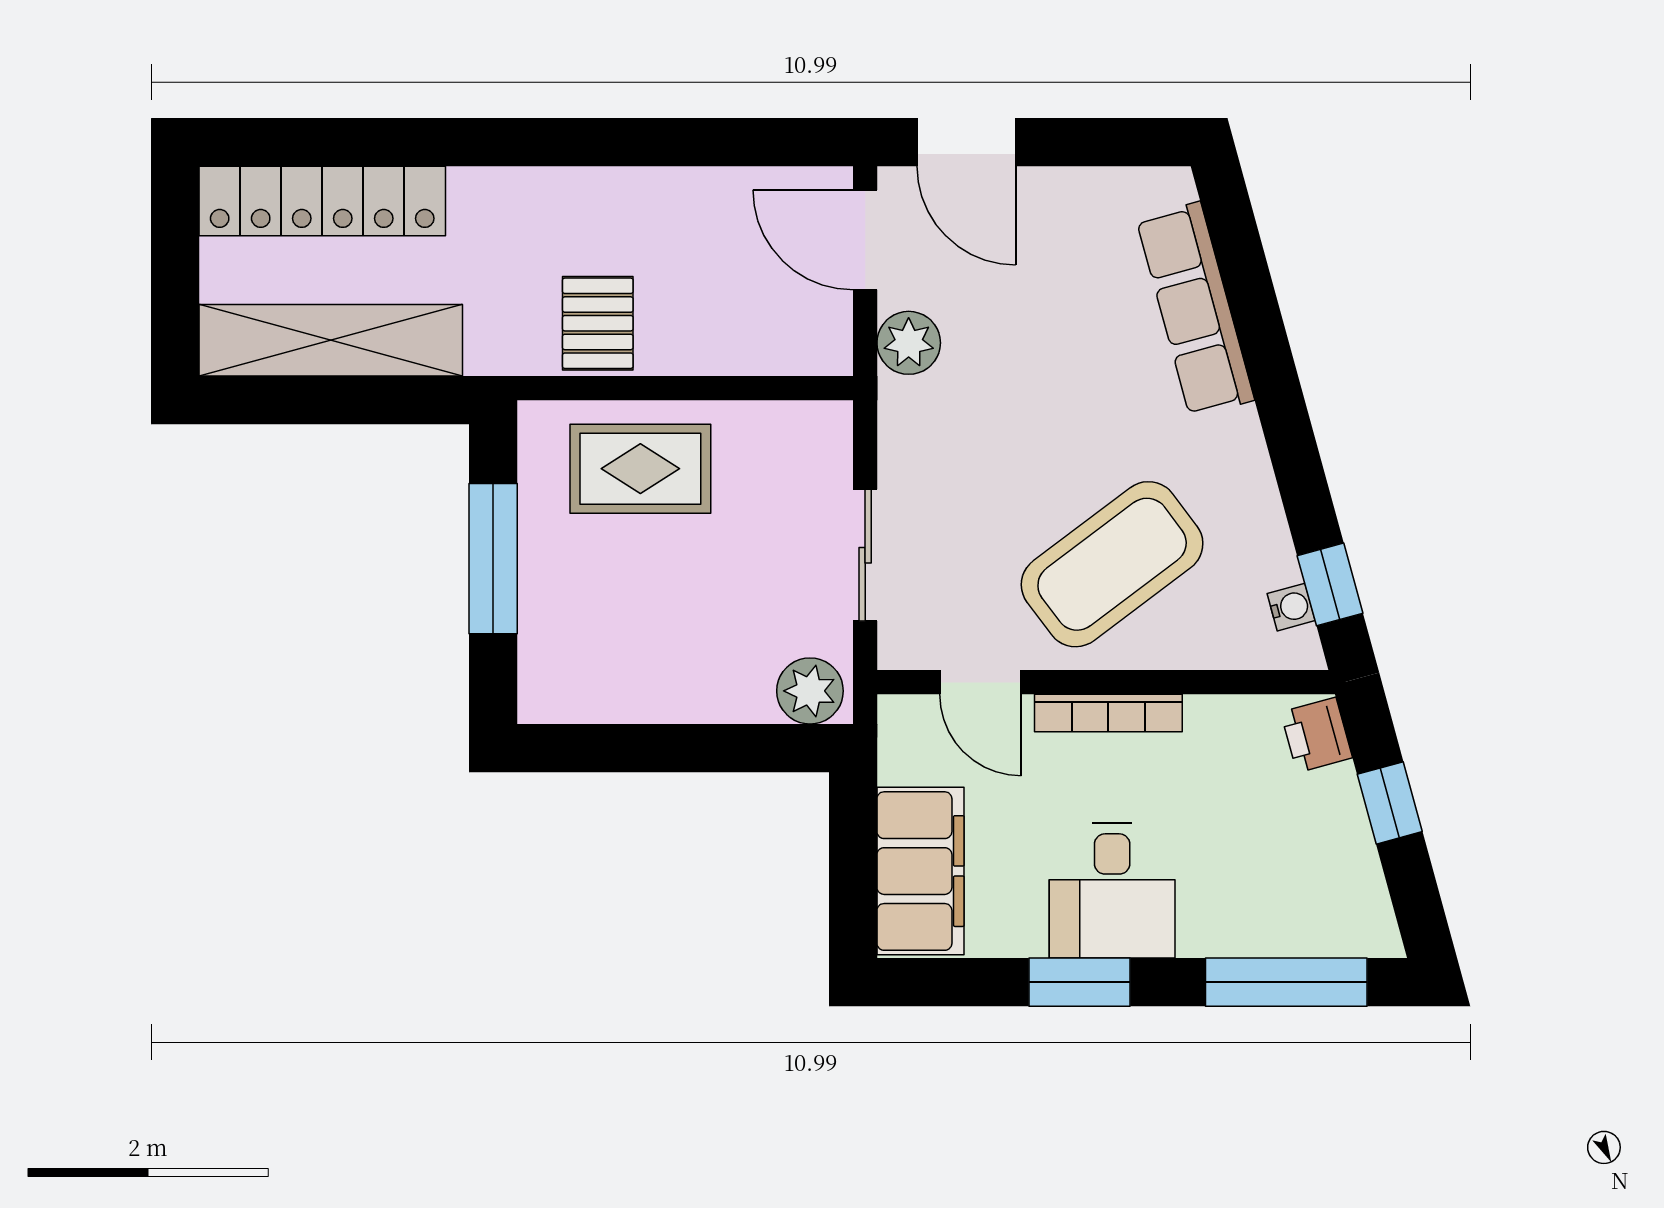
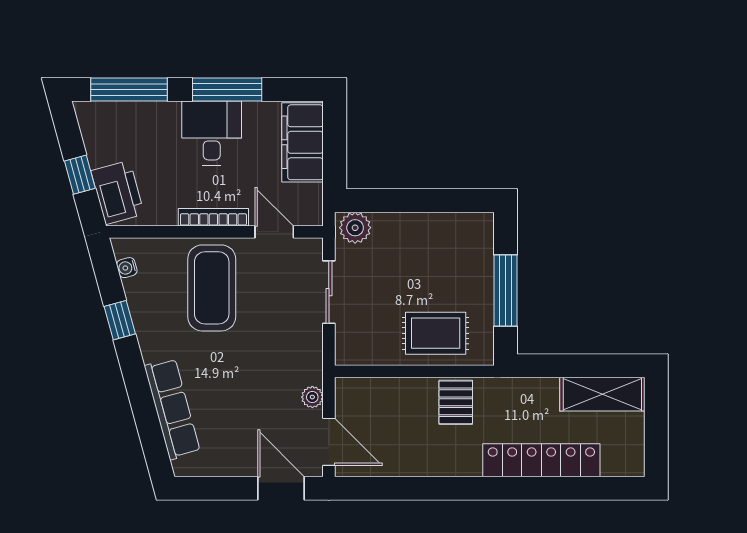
locker: (322, 201) -> (541, 460), moved
shelving: (331, 340) -> (602, 394), width x0.68
plant: (909, 343) -> (312, 397), width x0.73, depth x0.73
coffee table: (1112, 564) -> (212, 288), turned -53
window: (1330, 584) -> (120, 320), moved
printer: (1316, 735) -> (118, 193), width x1.87, depth x1.48
window: (1080, 982) -> (227, 90), width x1.44

